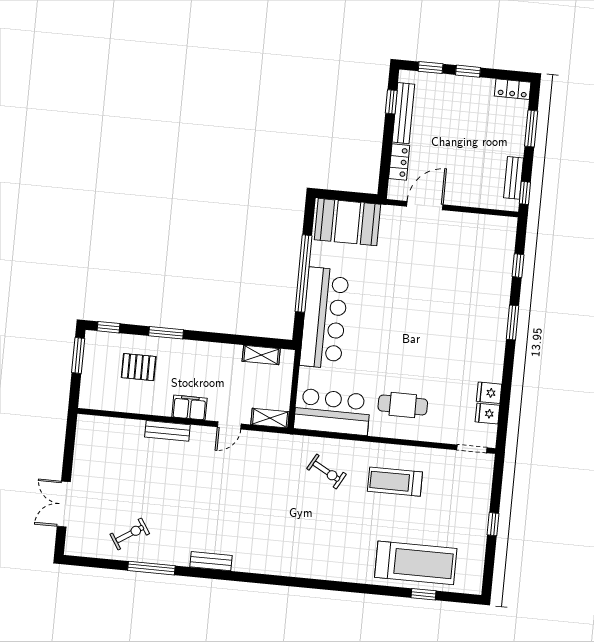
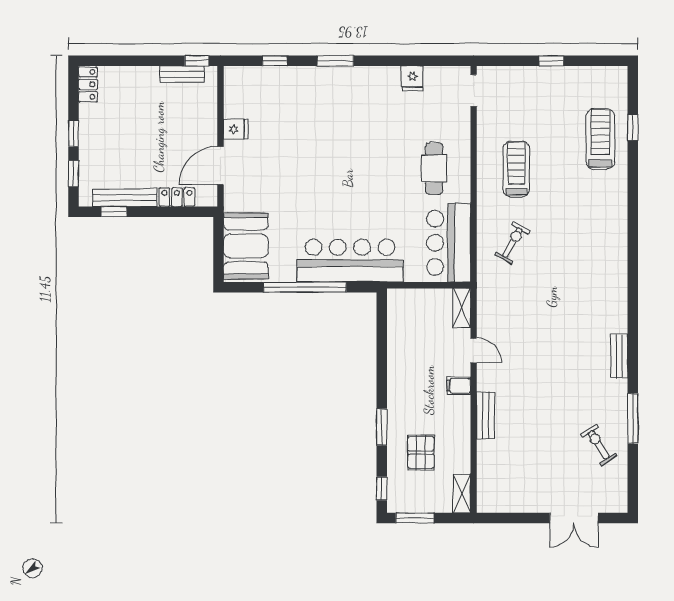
window: (531, 129) -> (128, 61), removed
door: (425, 206) -> (220, 166), hinge flipped
shelving: (261, 355) -> (462, 493), moved
filing cabinet: (189, 408) -> (459, 386), width x0.50
fridge: (487, 414) -> (236, 129), moved, turned -90
treadmill: (395, 482) -> (516, 169), turned 180
treadmill: (416, 563) -> (600, 139), width x0.73, depth x0.73

